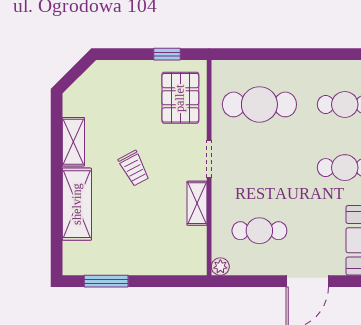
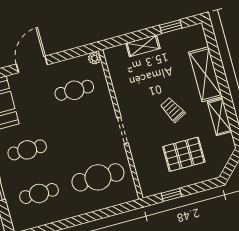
pallet: (180, 98) -> (184, 154), moved, turned 90
shelving: (197, 203) -> (143, 46), moved, turned 90
window: (106, 281) -> (171, 27), width x0.67

